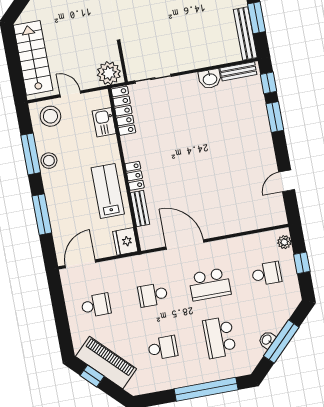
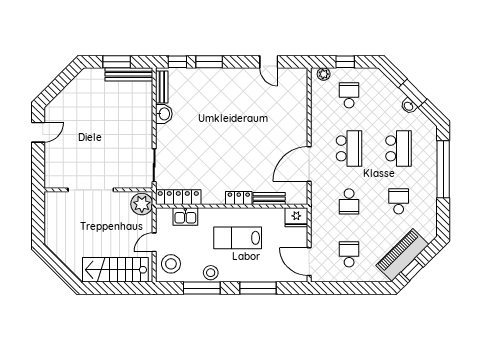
lab bench: (108, 191) -> (238, 238), moved
school desk: (220, 337) -> (399, 148), turned -90
window: (281, 342) -> (413, 93), width x0.69

